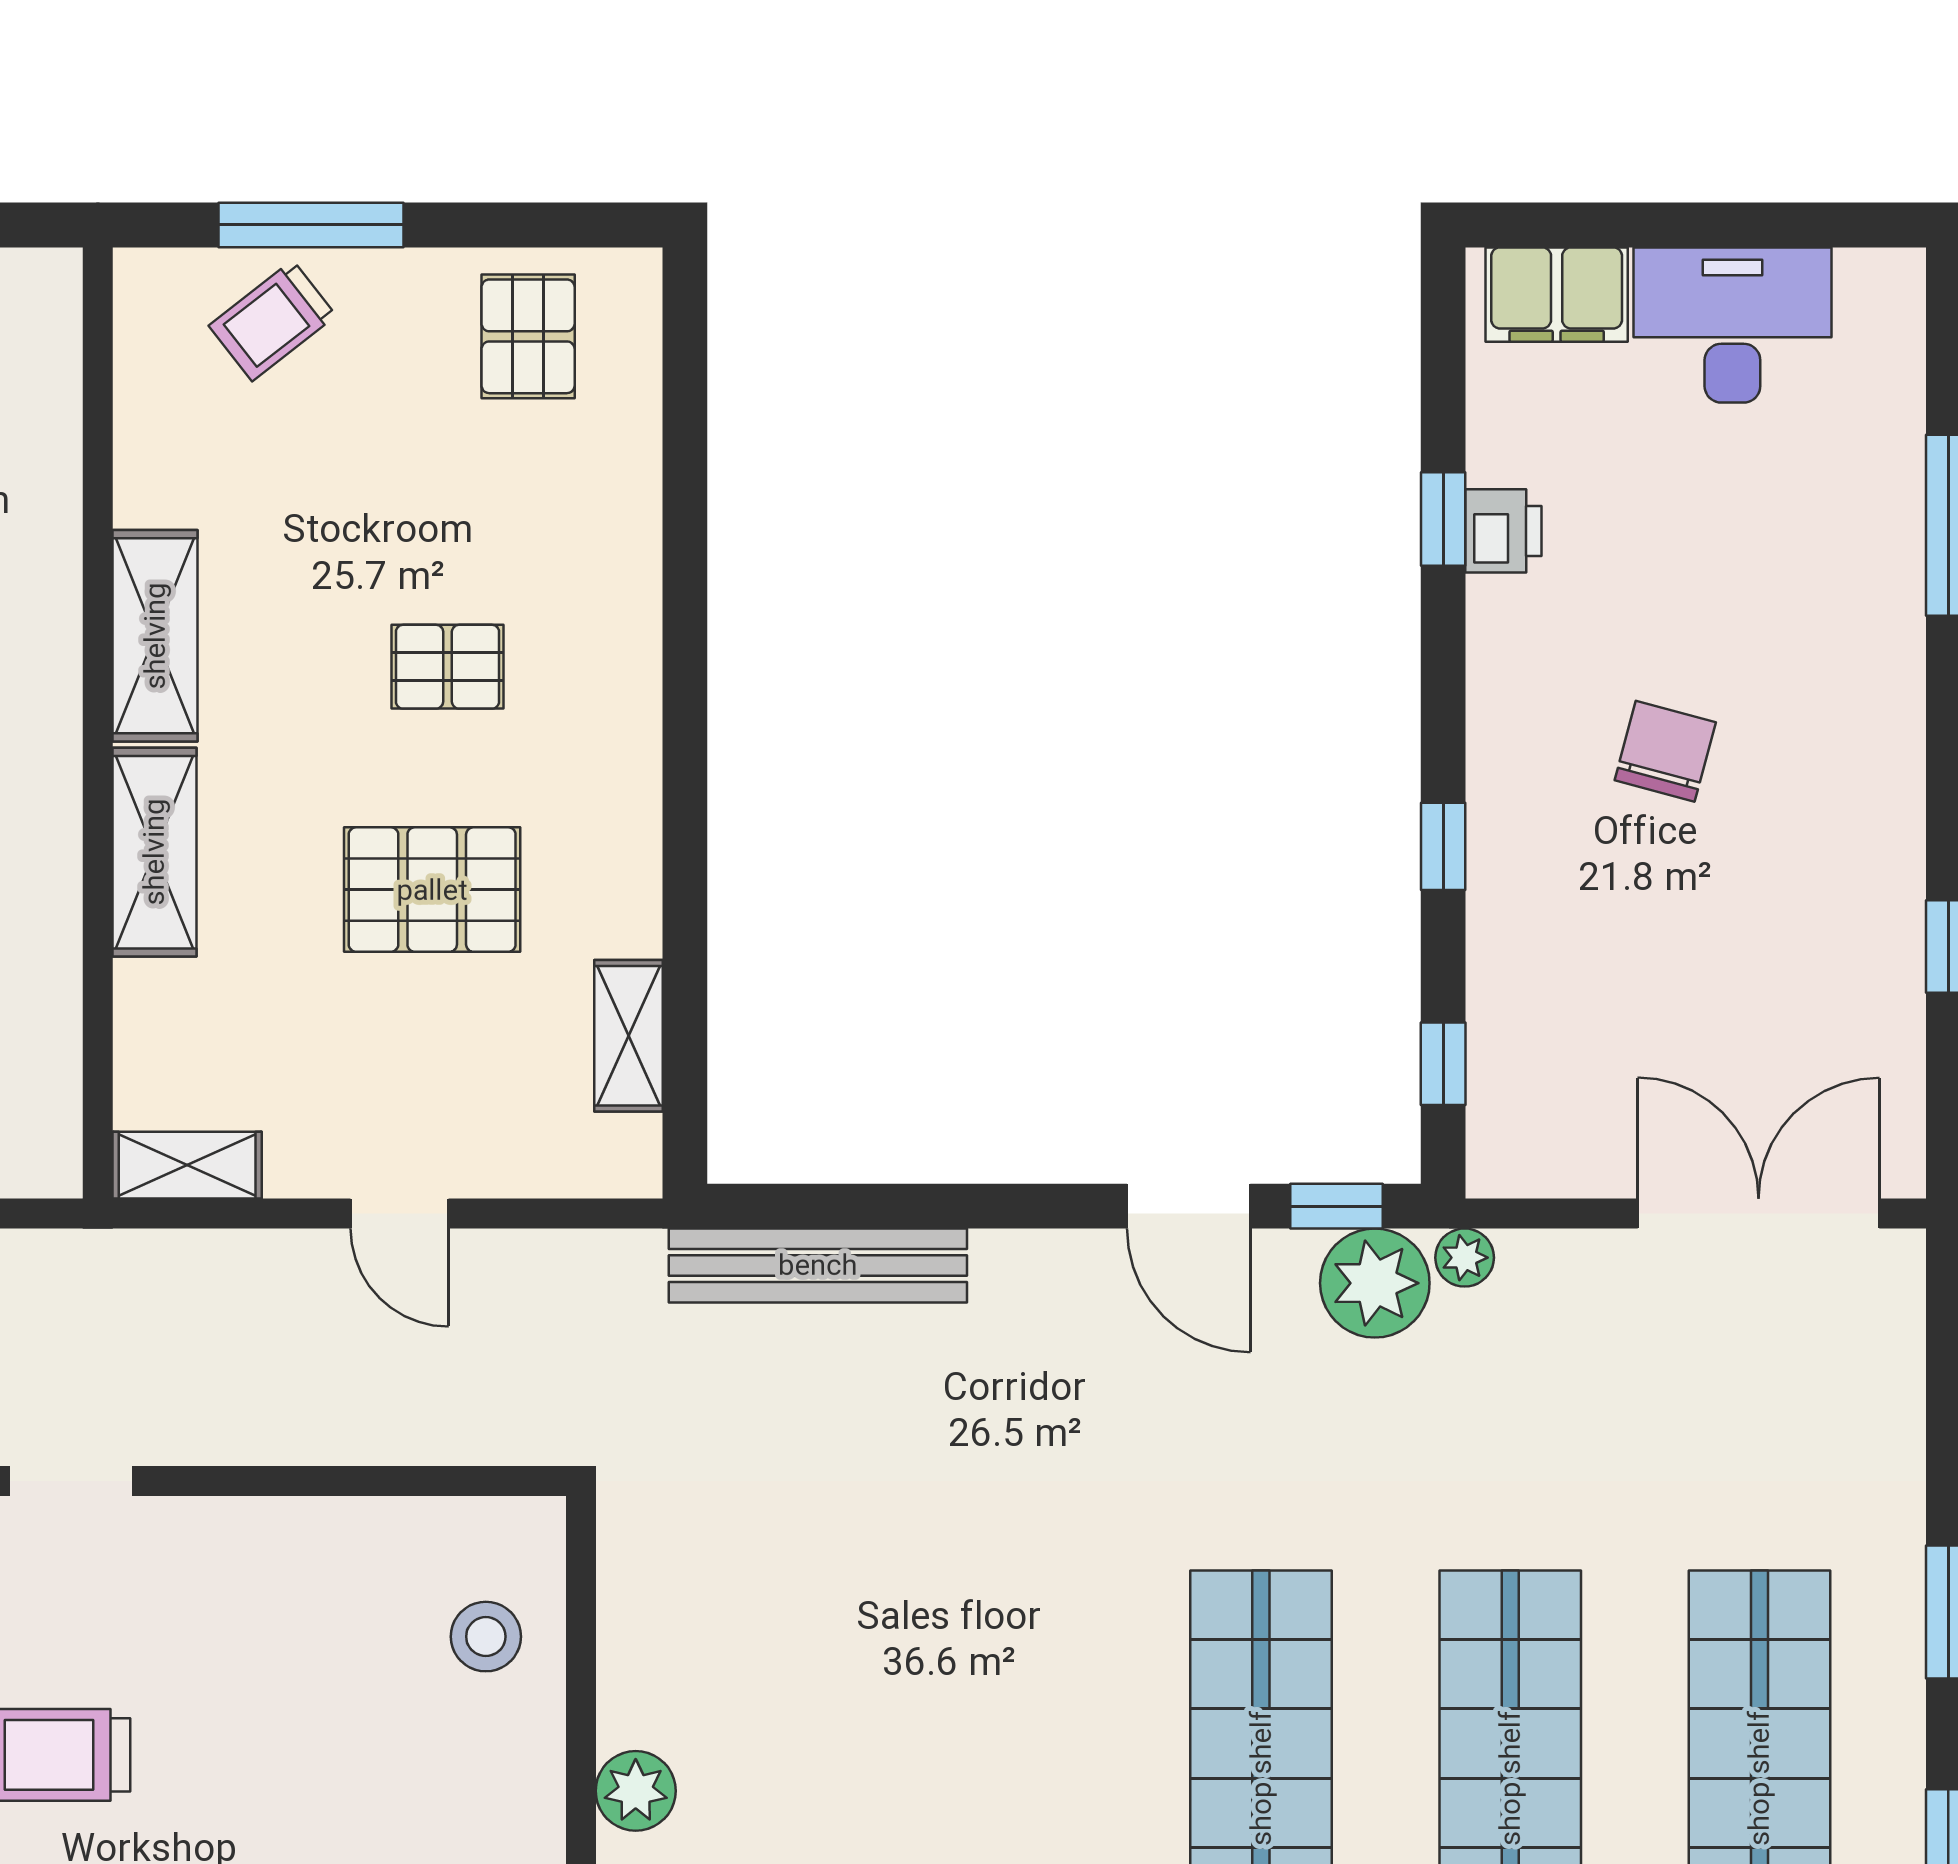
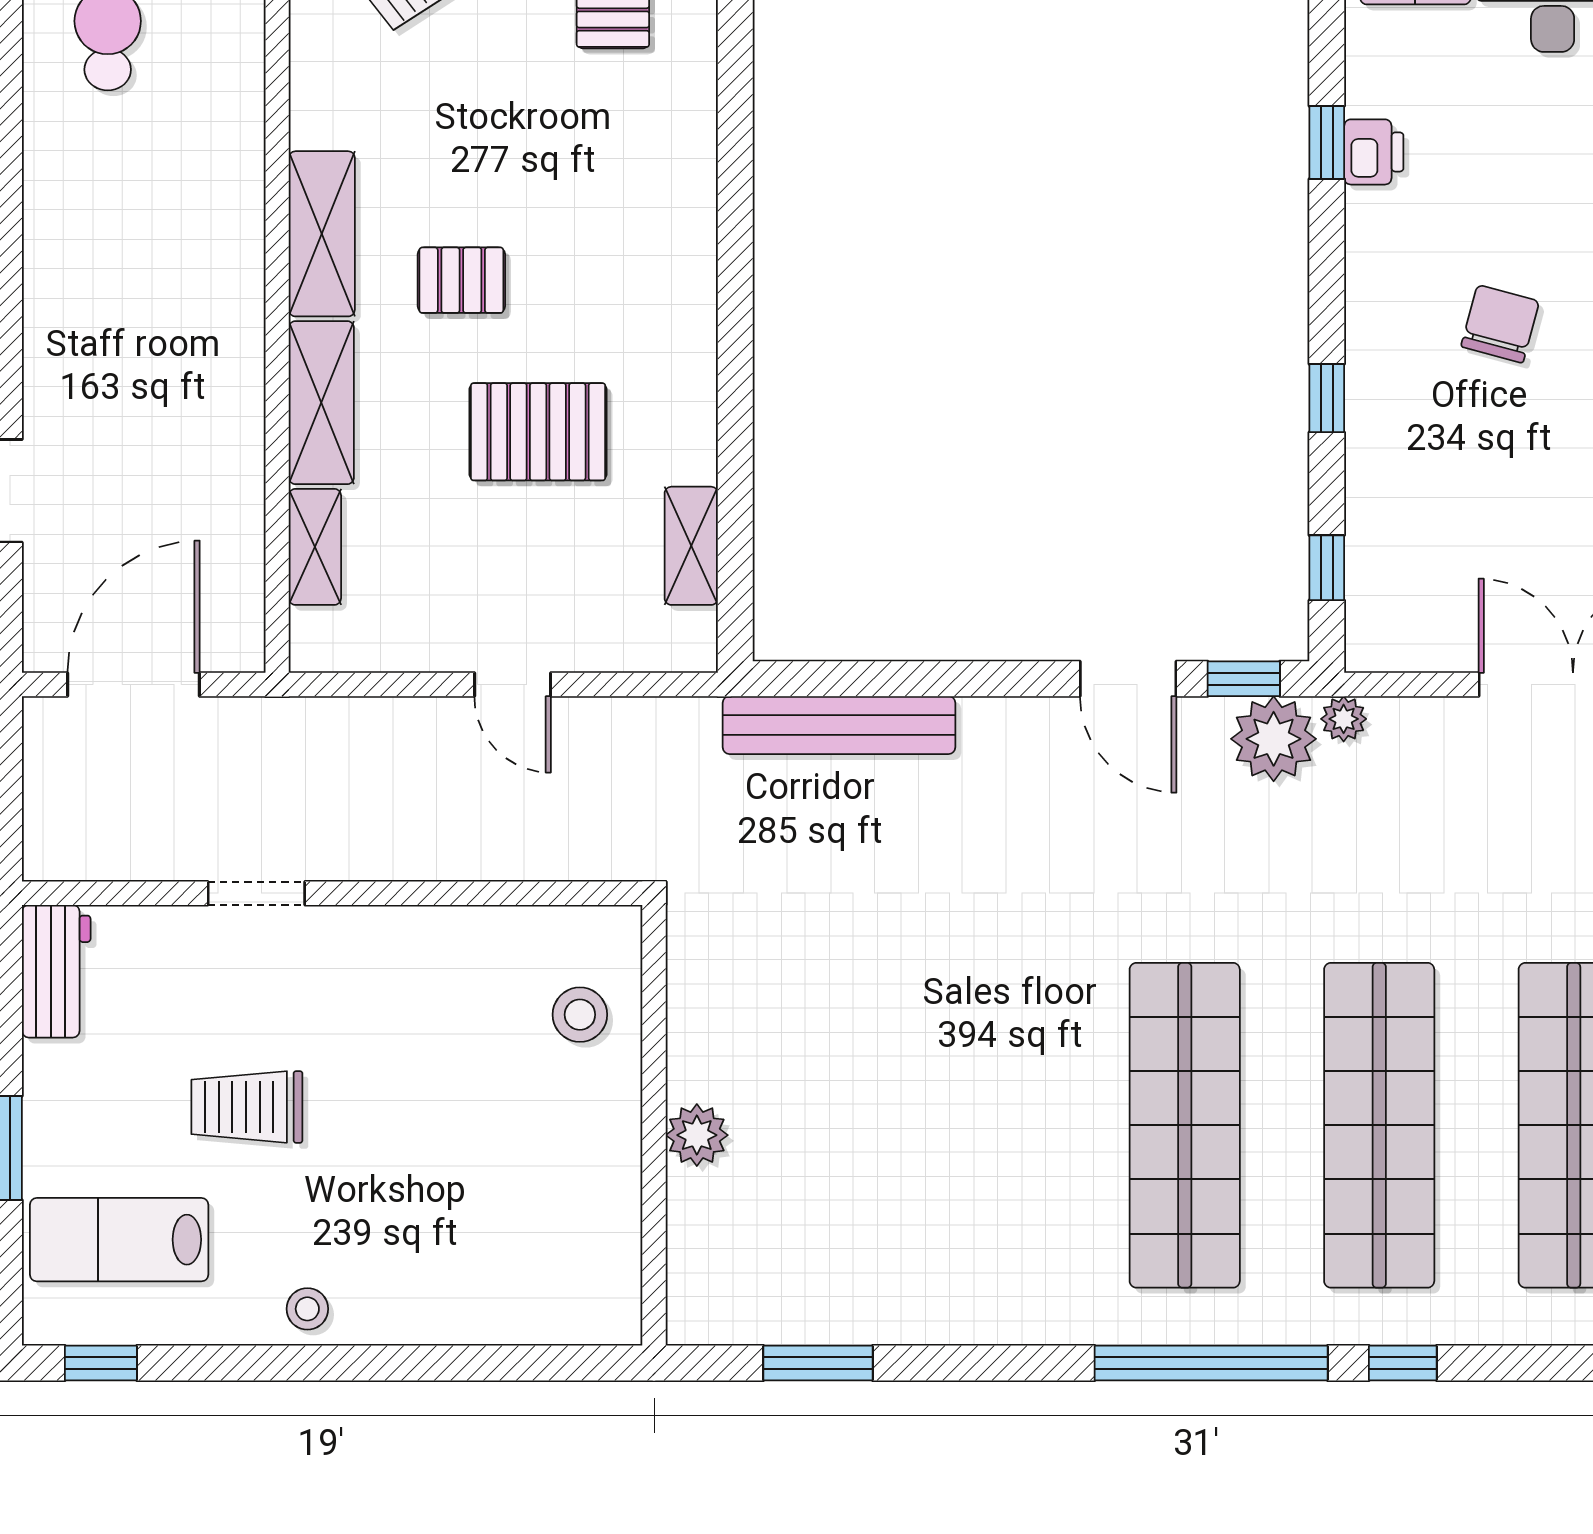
pallet: (448, 667) -> (461, 280), moved
shelving: (187, 1165) -> (315, 547), moved, turned 90

